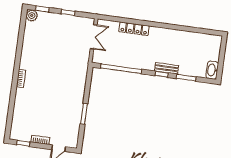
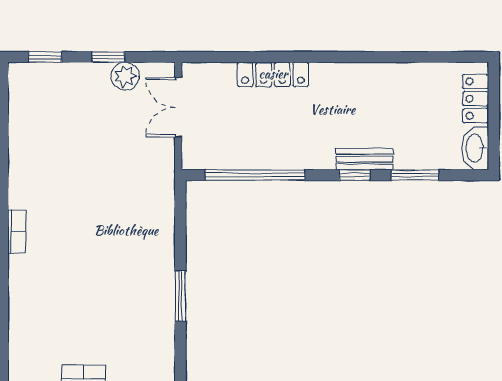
plant: (32, 16) -> (125, 76), moved
double door: (94, 37) -> (178, 107), swing flipped
locker: (215, 50) -> (476, 99), added

